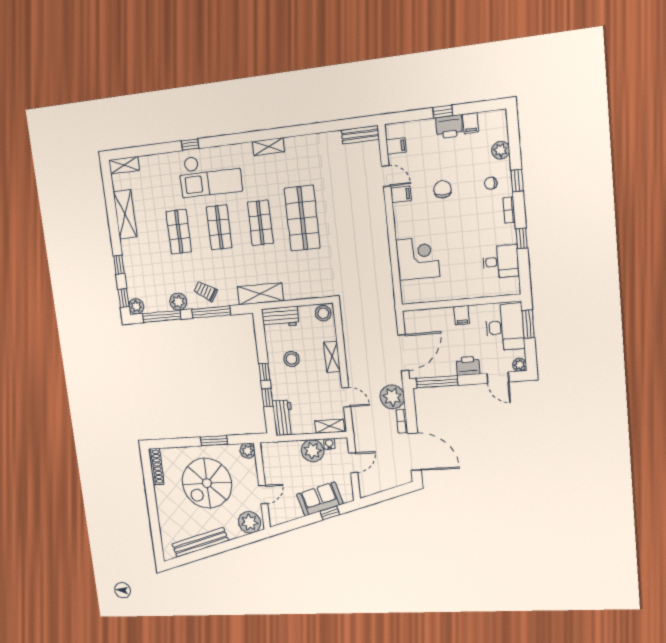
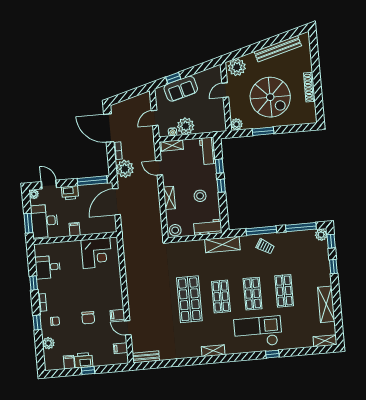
corner desk: (418, 258) -> (97, 253), moved, turned -90
plant: (178, 302) -> (287, 238), removed
shoe rack: (156, 467) -> (309, 87), moved
spiral stairs: (207, 483) -> (270, 97), turned 90

